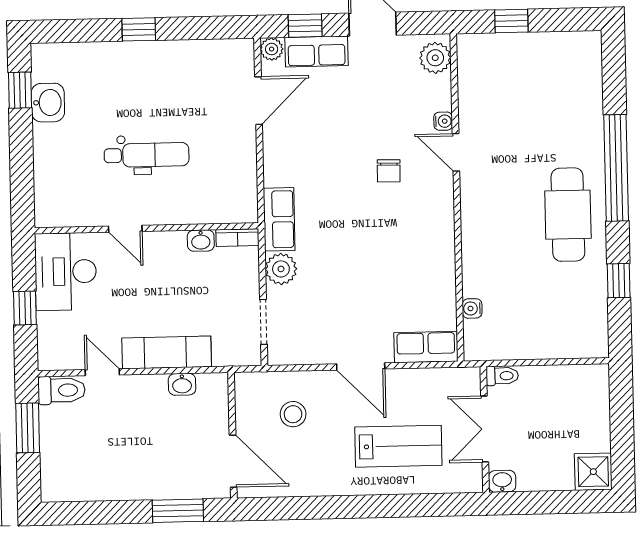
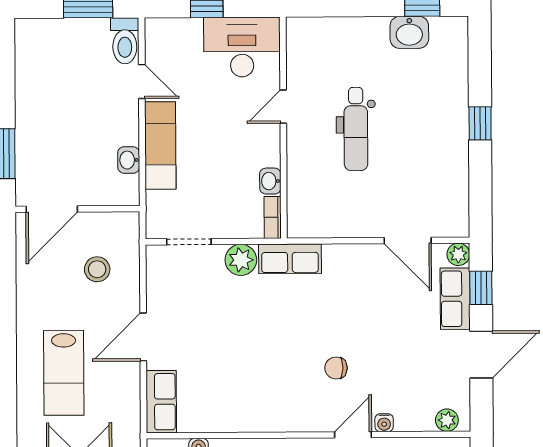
plant: (435, 58) -> (447, 420), width x0.73, depth x0.73
door: (102, 372) -> (142, 81), hinge flipped

